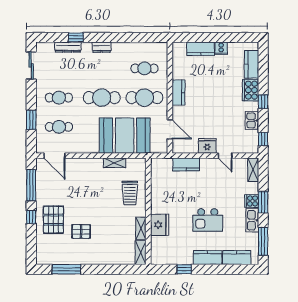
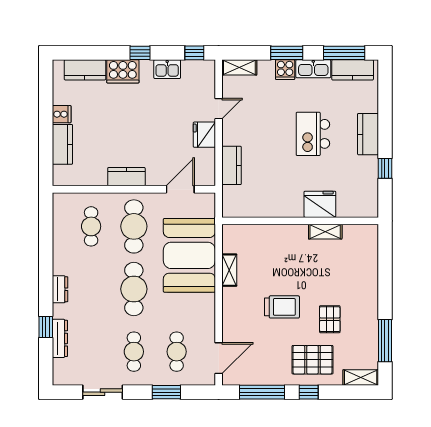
sliding door: (31, 65) -> (103, 392), moved
trolley: (130, 193) -> (282, 307), moved
kitchen island: (208, 220) -> (313, 134), turned 180
shelving: (141, 253) -> (361, 378), moved
kitchen counter: (237, 258) -> (353, 70), moved, turned -90

